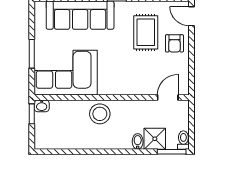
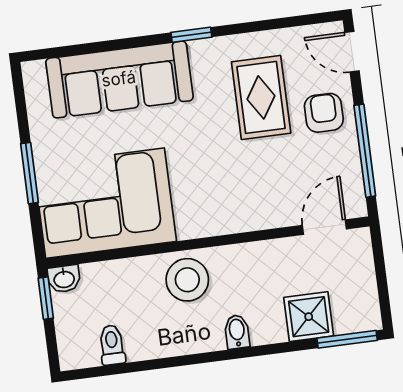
armchair: (174, 43) -> (324, 113), turned 180
window: (192, 64) -> (365, 151), added
toilet: (183, 140) -> (112, 345), moved
bidet: (138, 141) -> (237, 332), moved

